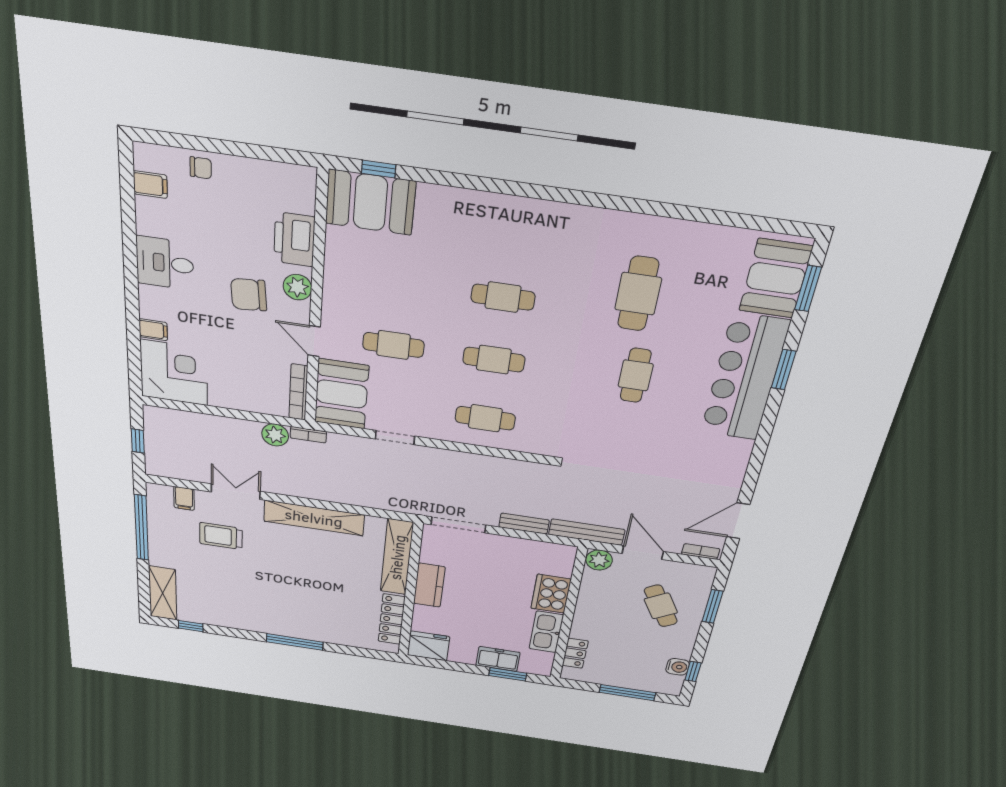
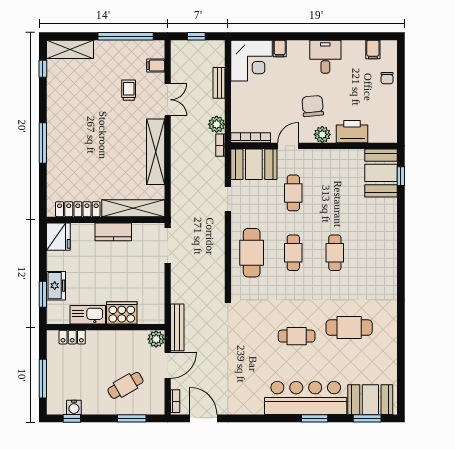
cafe table: (485, 418) -> (252, 253), width x1.37, depth x1.35
bench: (524, 524) -> (219, 83), moved
trolley: (221, 536) -> (129, 90), width x0.73, depth x0.72

